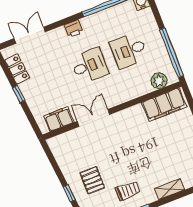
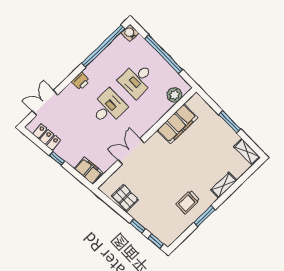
window: (172, 53) -> (164, 54), moved
filing cabinet: (164, 105) -> (177, 124), moved
filing cabinet: (59, 119) -> (89, 171), moved, turned 84
pallet: (92, 180) -> (125, 198), moved
trolley: (128, 191) -> (188, 202), turned 180

